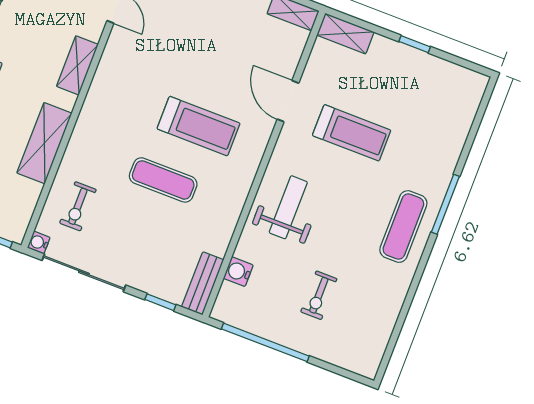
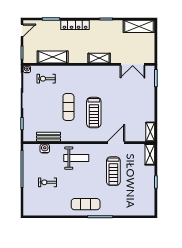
shelving: (44, 143) -> (53, 57), moved
bench: (203, 283) -> (49, 137), moved

